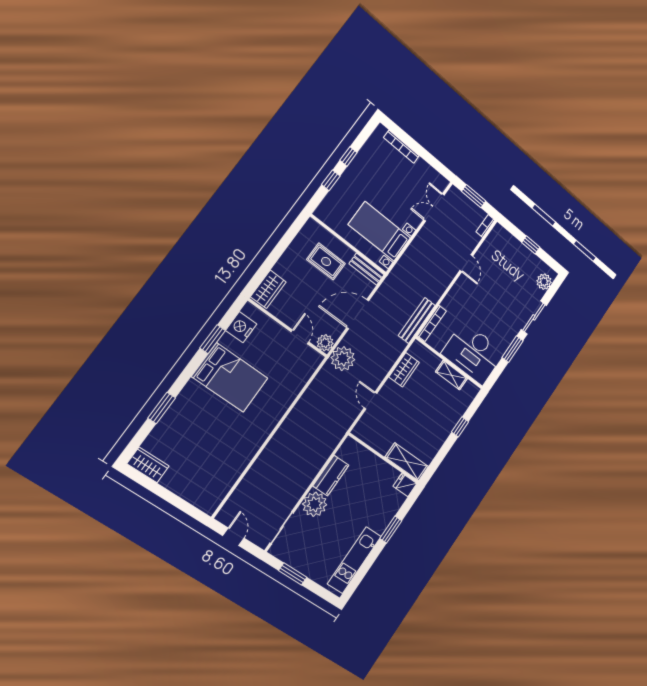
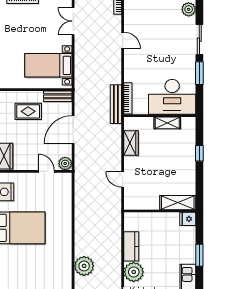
plant: (343, 359) -> (84, 266), moved

